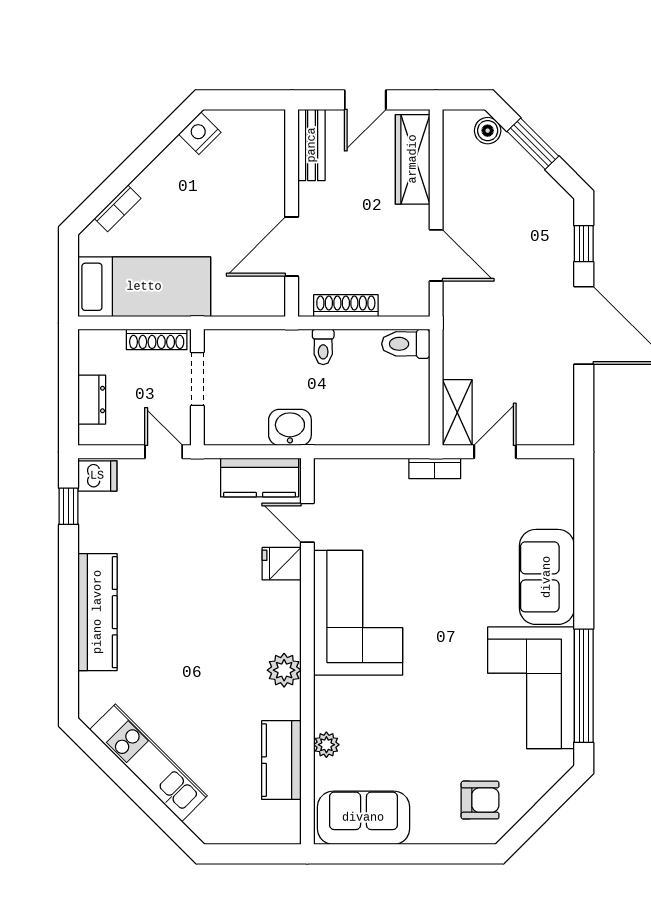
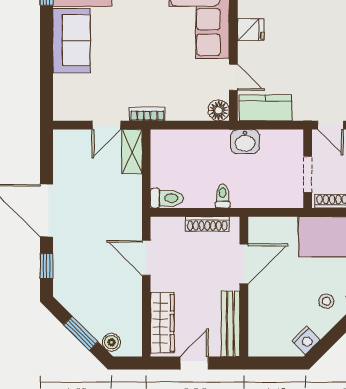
bench: (312, 145) -> (230, 324), width x1.36
stool: (170, 191) -> (326, 301), added
floor lamp: (329, 474) -> (219, 110), added
fridge: (282, 564) -> (251, 30), moved

